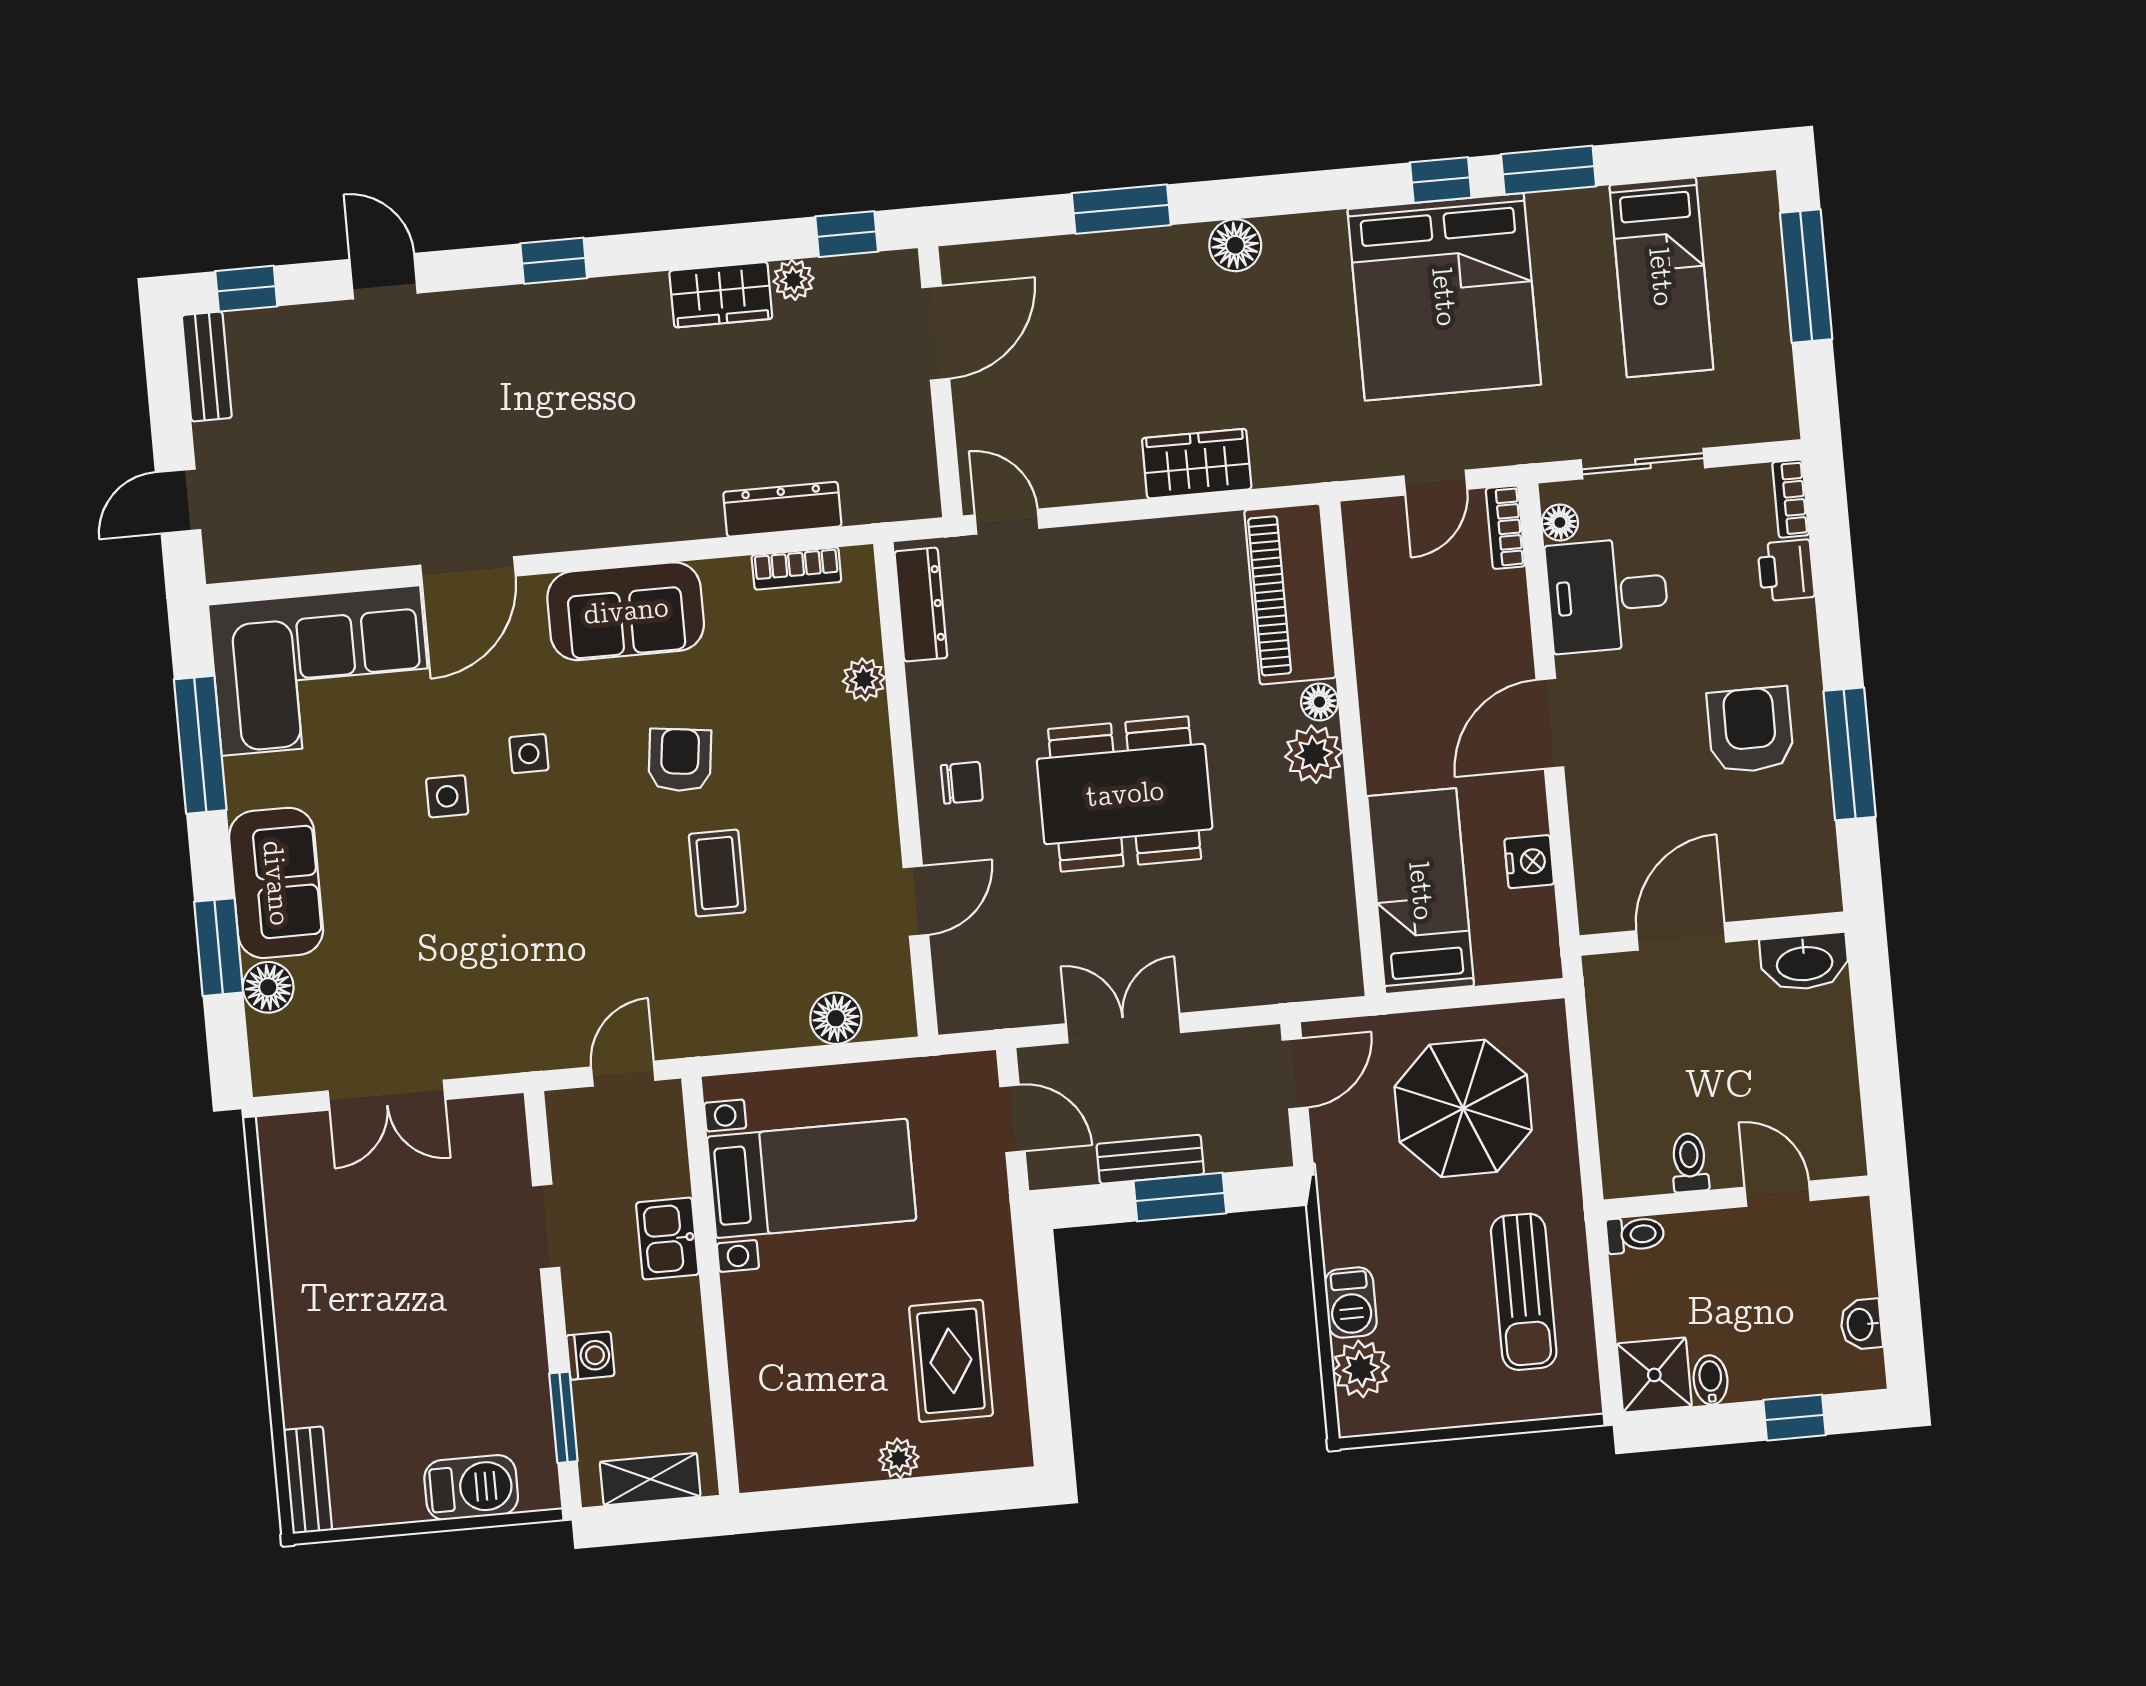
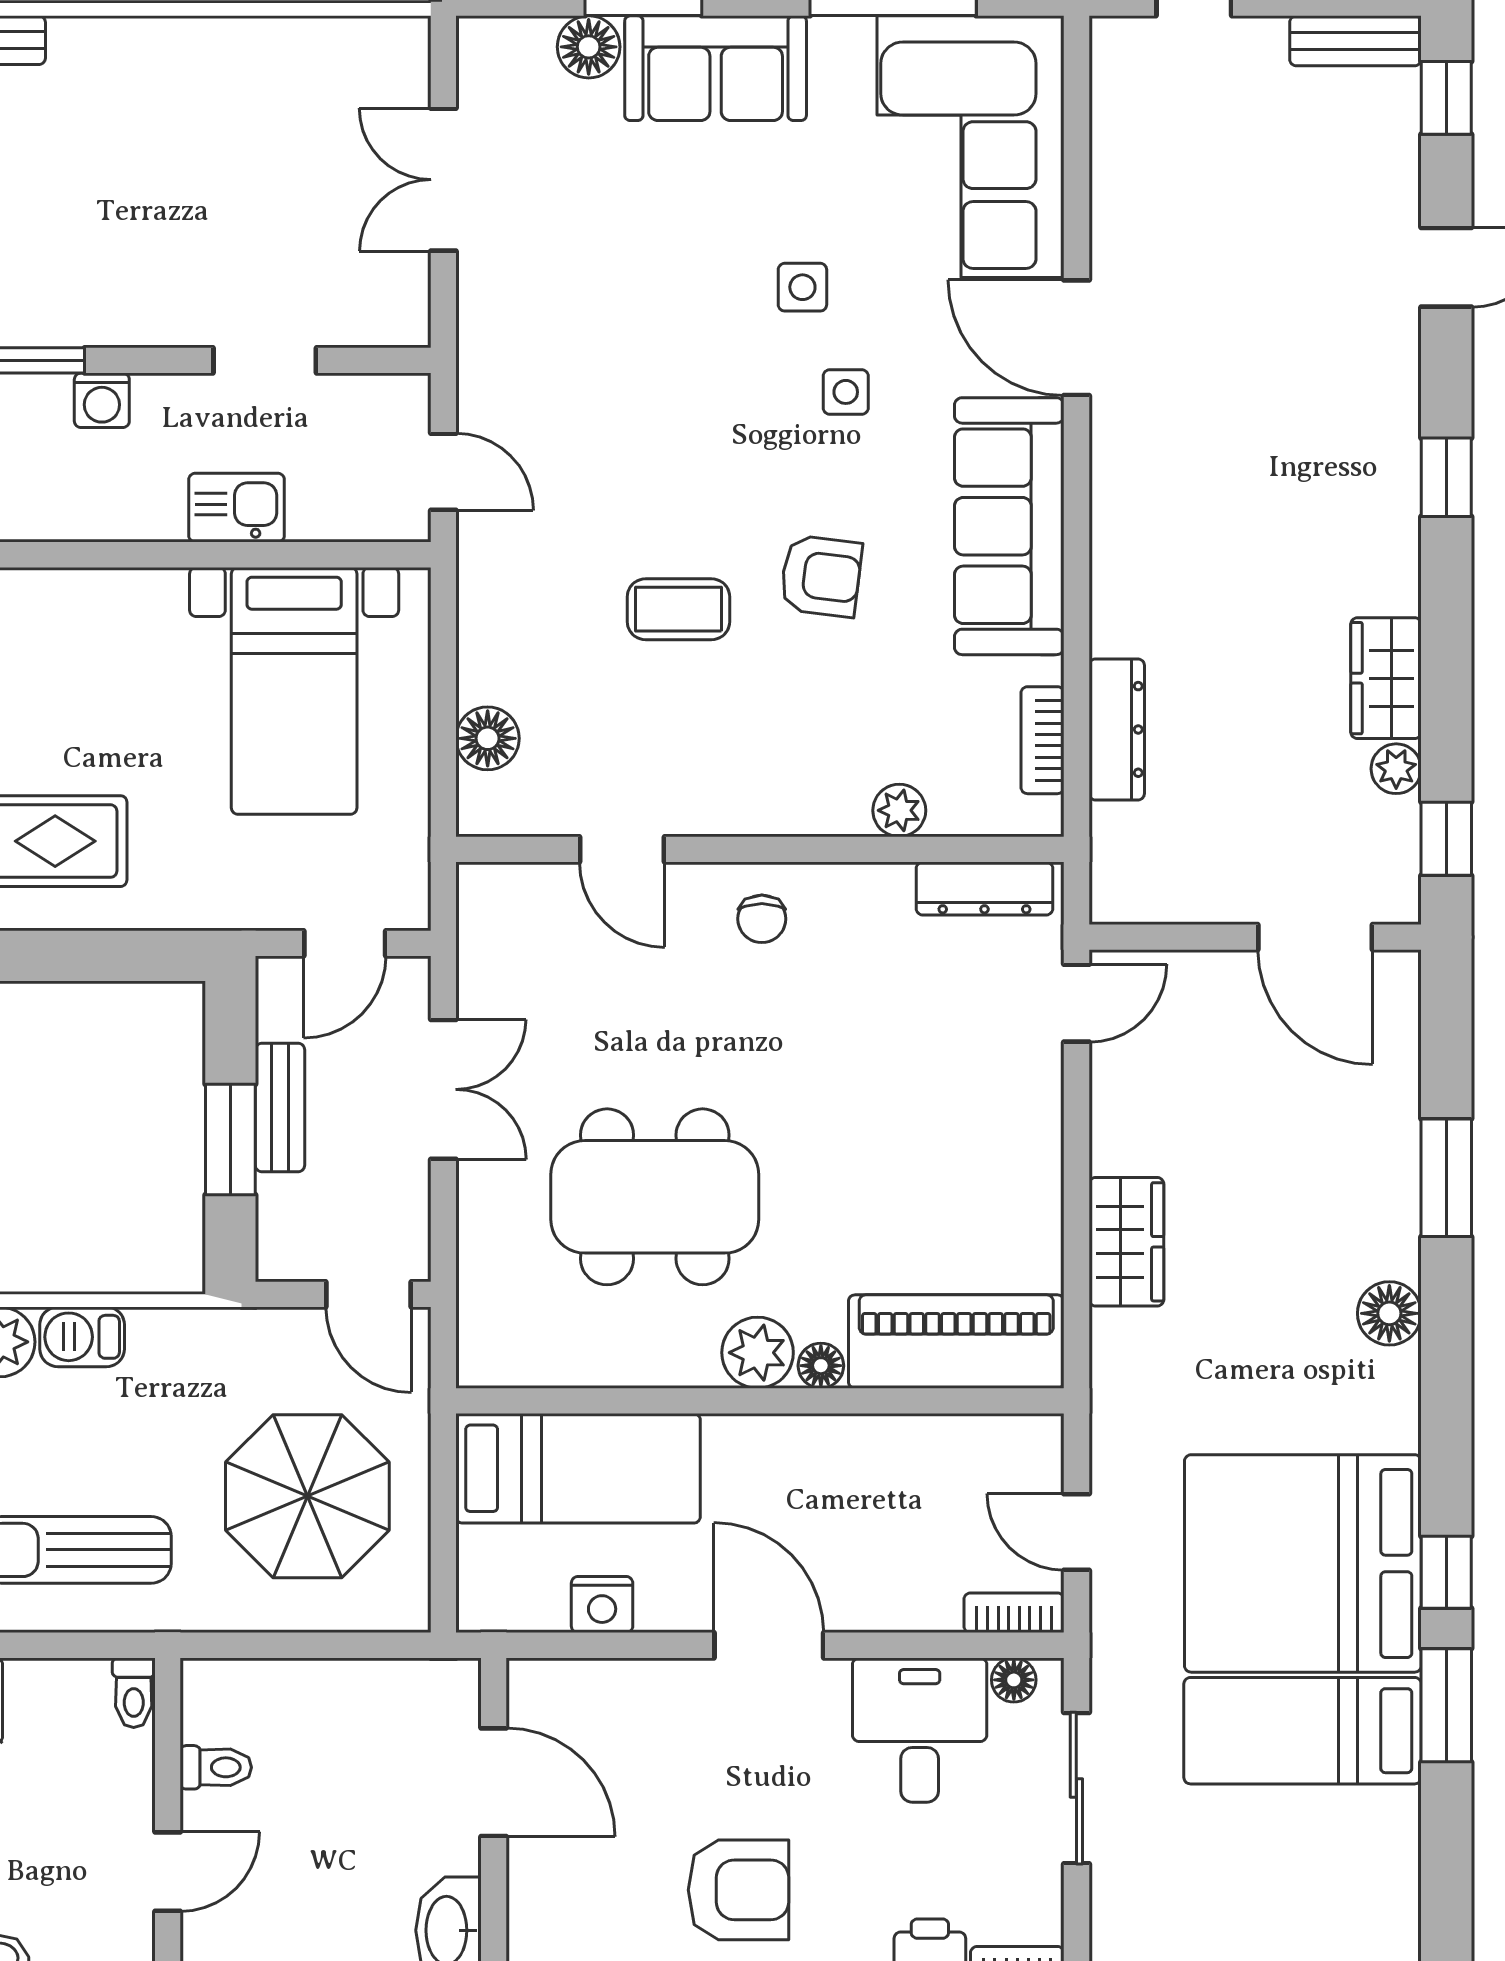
bed: (1661, 277) -> (1303, 1731), moved
sofa: (626, 611) -> (1009, 526), width x1.36
dining table: (1125, 794) -> (655, 1197), moved, turned 90

